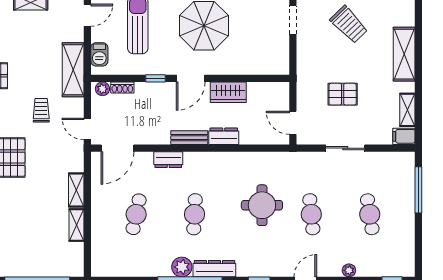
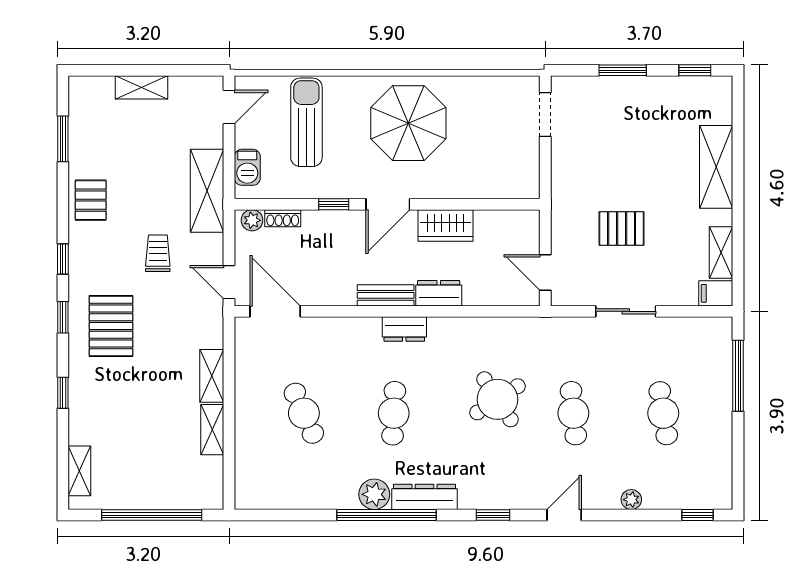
trolley: (349, 24) -> (631, 121), removed
door: (117, 148) -> (275, 311), swing flipped
dresser: (168, 160) -> (404, 329), moved
round table: (262, 205) -> (497, 399), turned -33
cafe table: (136, 214) -> (304, 413), turned -36

